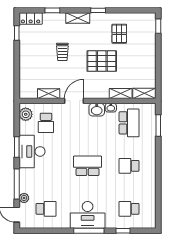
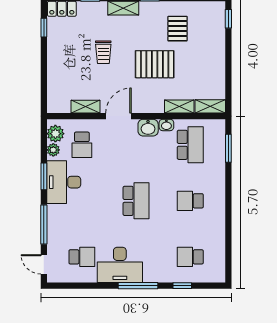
school desk: (88, 166) -> (136, 201), turned 90
plant: (24, 198) -> (53, 150), moved
desk: (88, 215) -> (120, 265), moved

